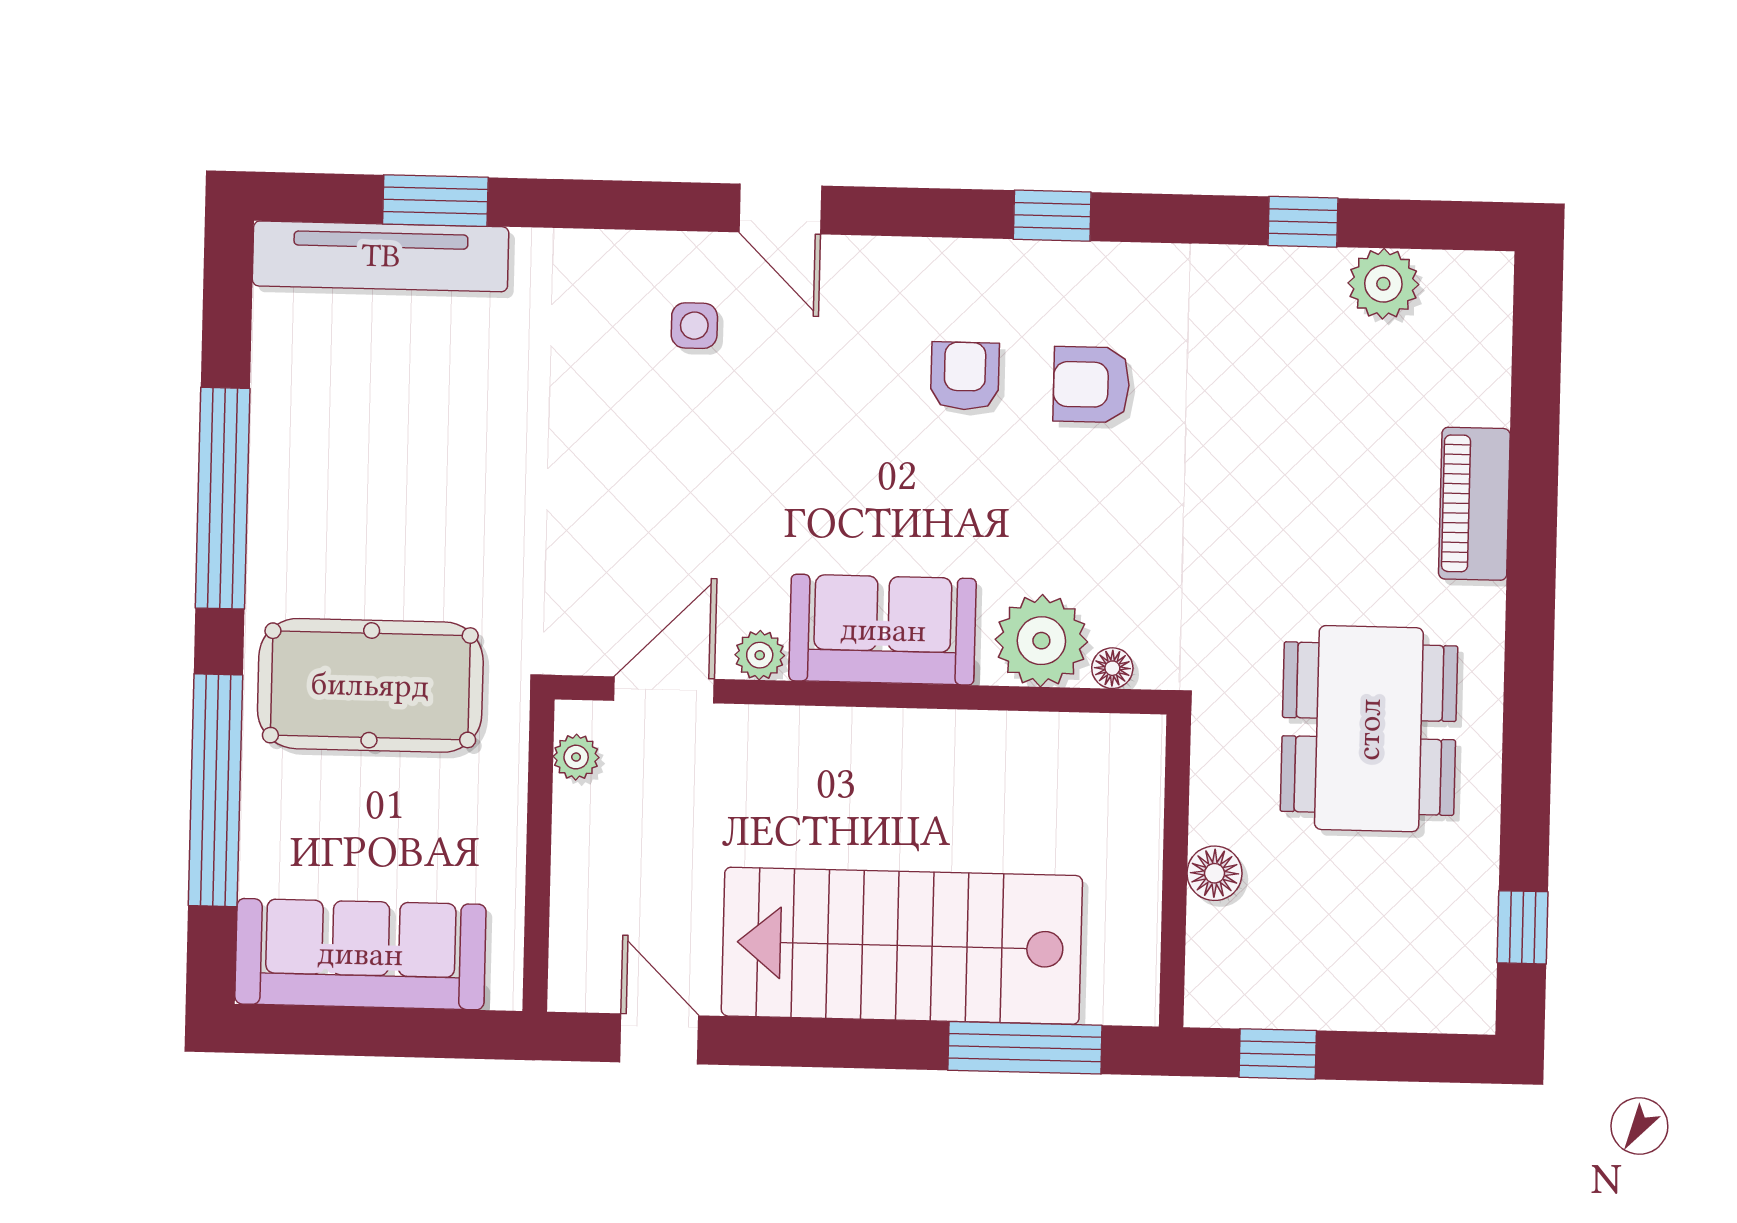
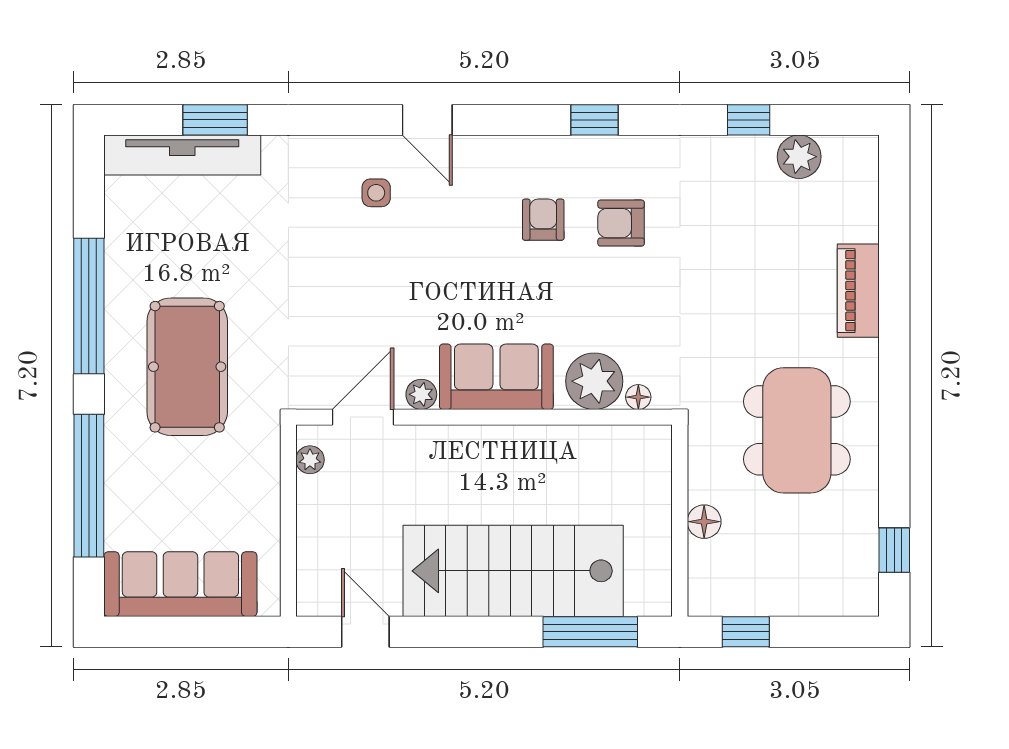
pool table: (370, 685) -> (187, 367), moved, turned 90

